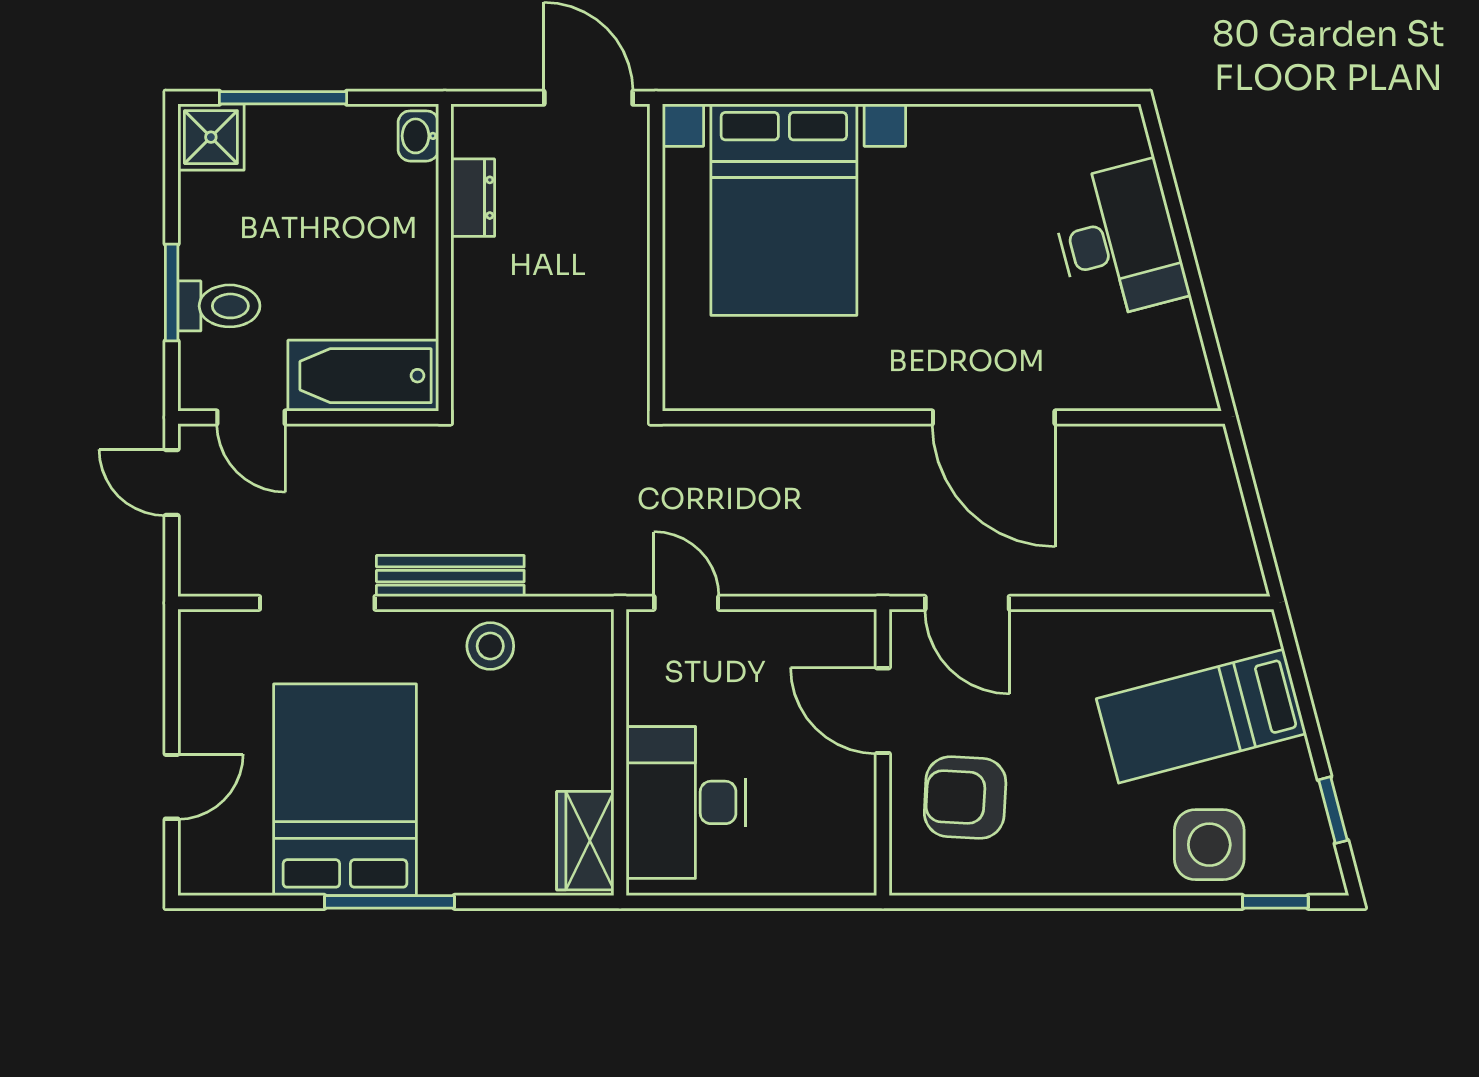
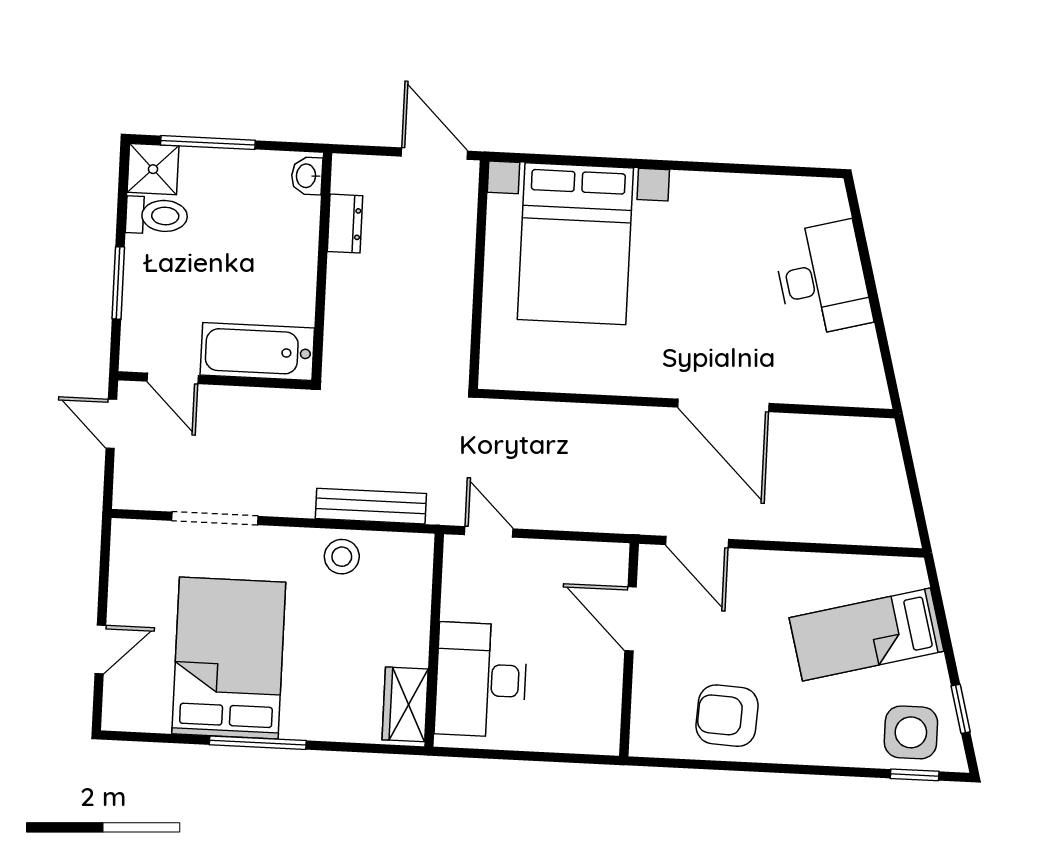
toilet: (219, 306) -> (157, 216), moved
bench: (450, 576) -> (371, 506), moved
armchair: (965, 798) -> (727, 716), moved
side table: (1209, 845) -> (911, 732), moved

